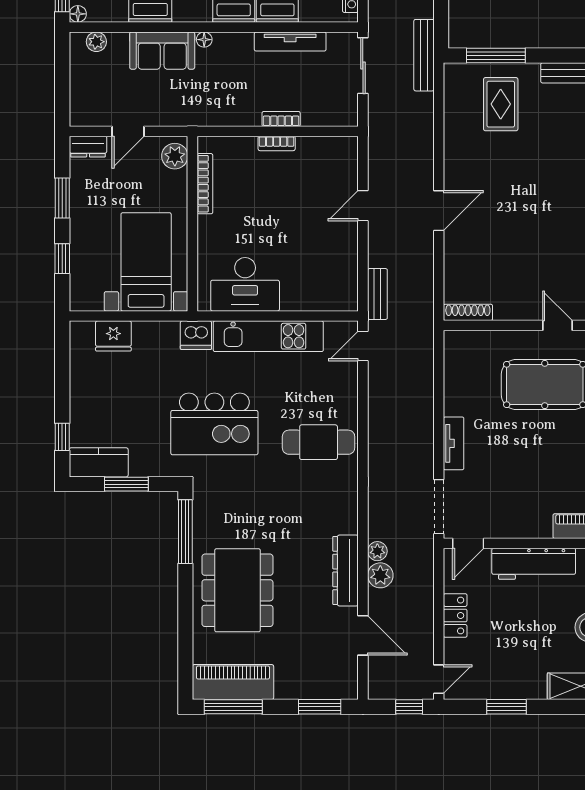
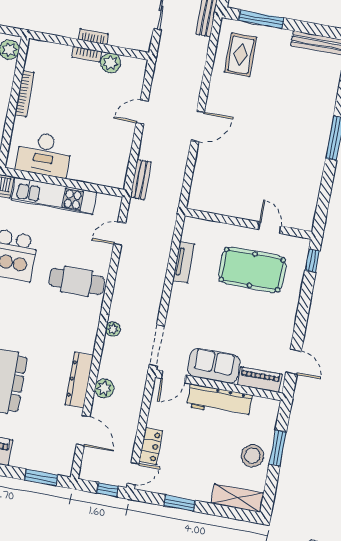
rug: (501, 104) -> (241, 55), moved
plant: (310, 149) -> (111, 63), added
bookcase: (205, 184) -> (24, 94), moved
shoe rack: (468, 312) -> (205, 206), removed
door: (363, 346) -> (120, 233), moved
tv unit: (454, 443) -> (184, 262), moved
sofa: (518, 519) -> (214, 366), added
plant: (377, 551) -> (113, 329), moved
locker: (455, 616) -> (151, 446), moved

